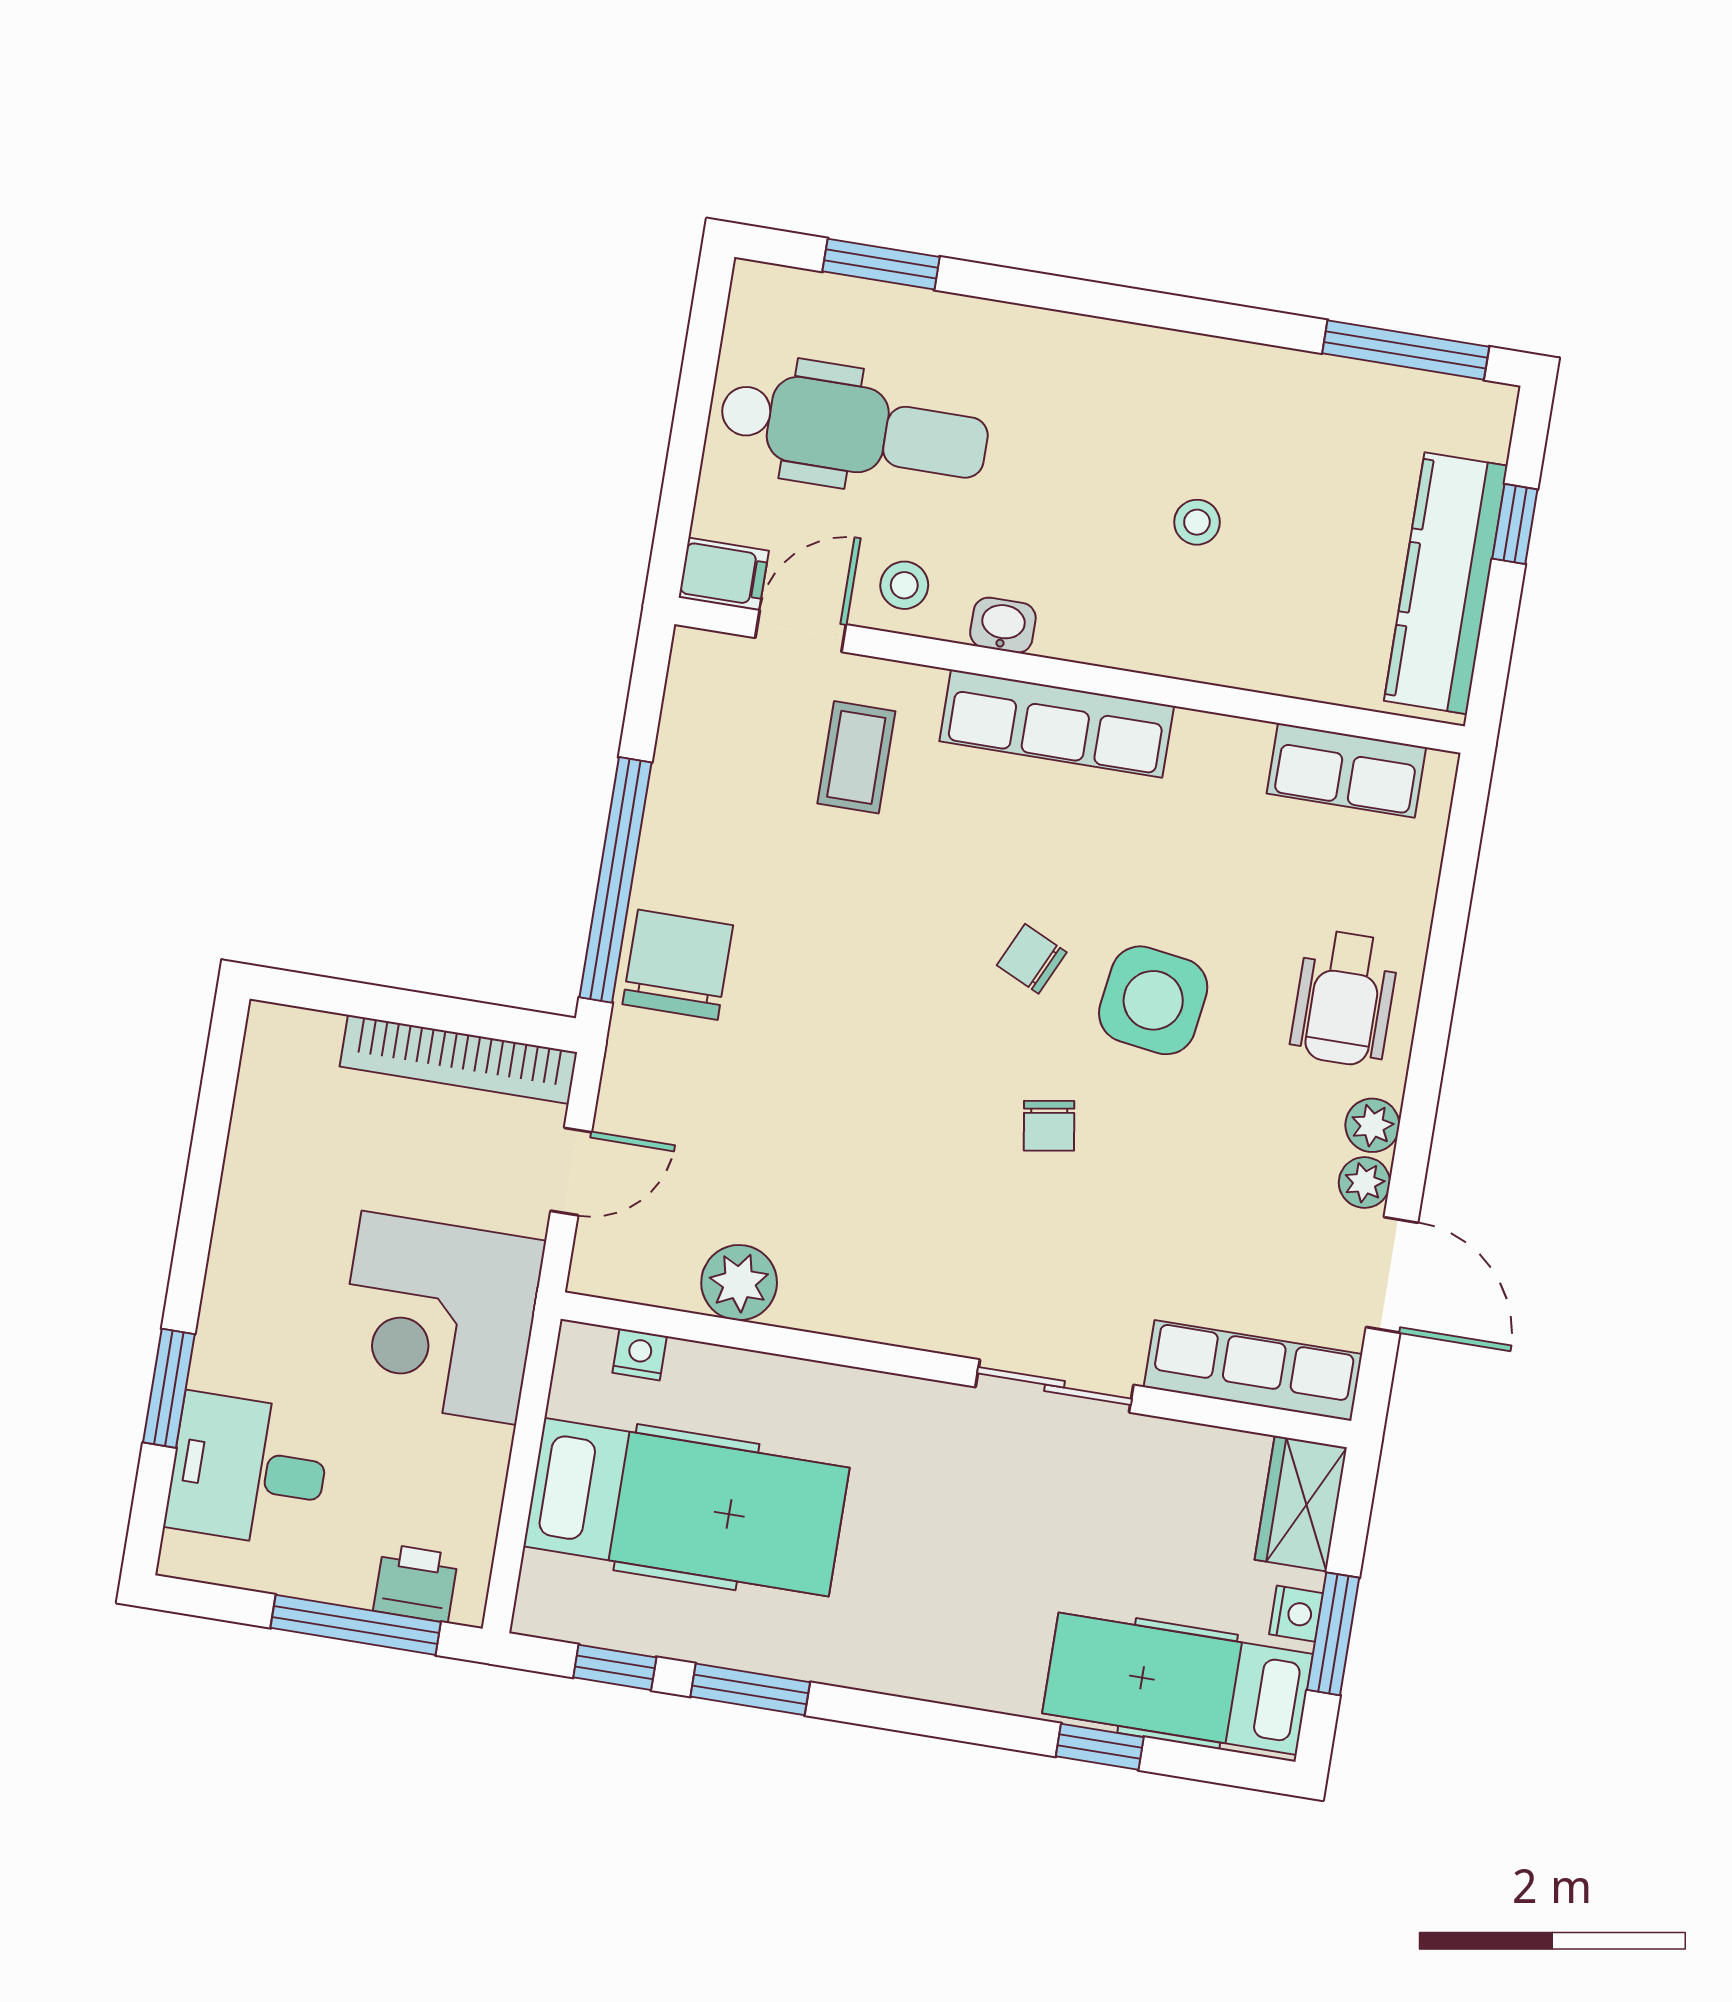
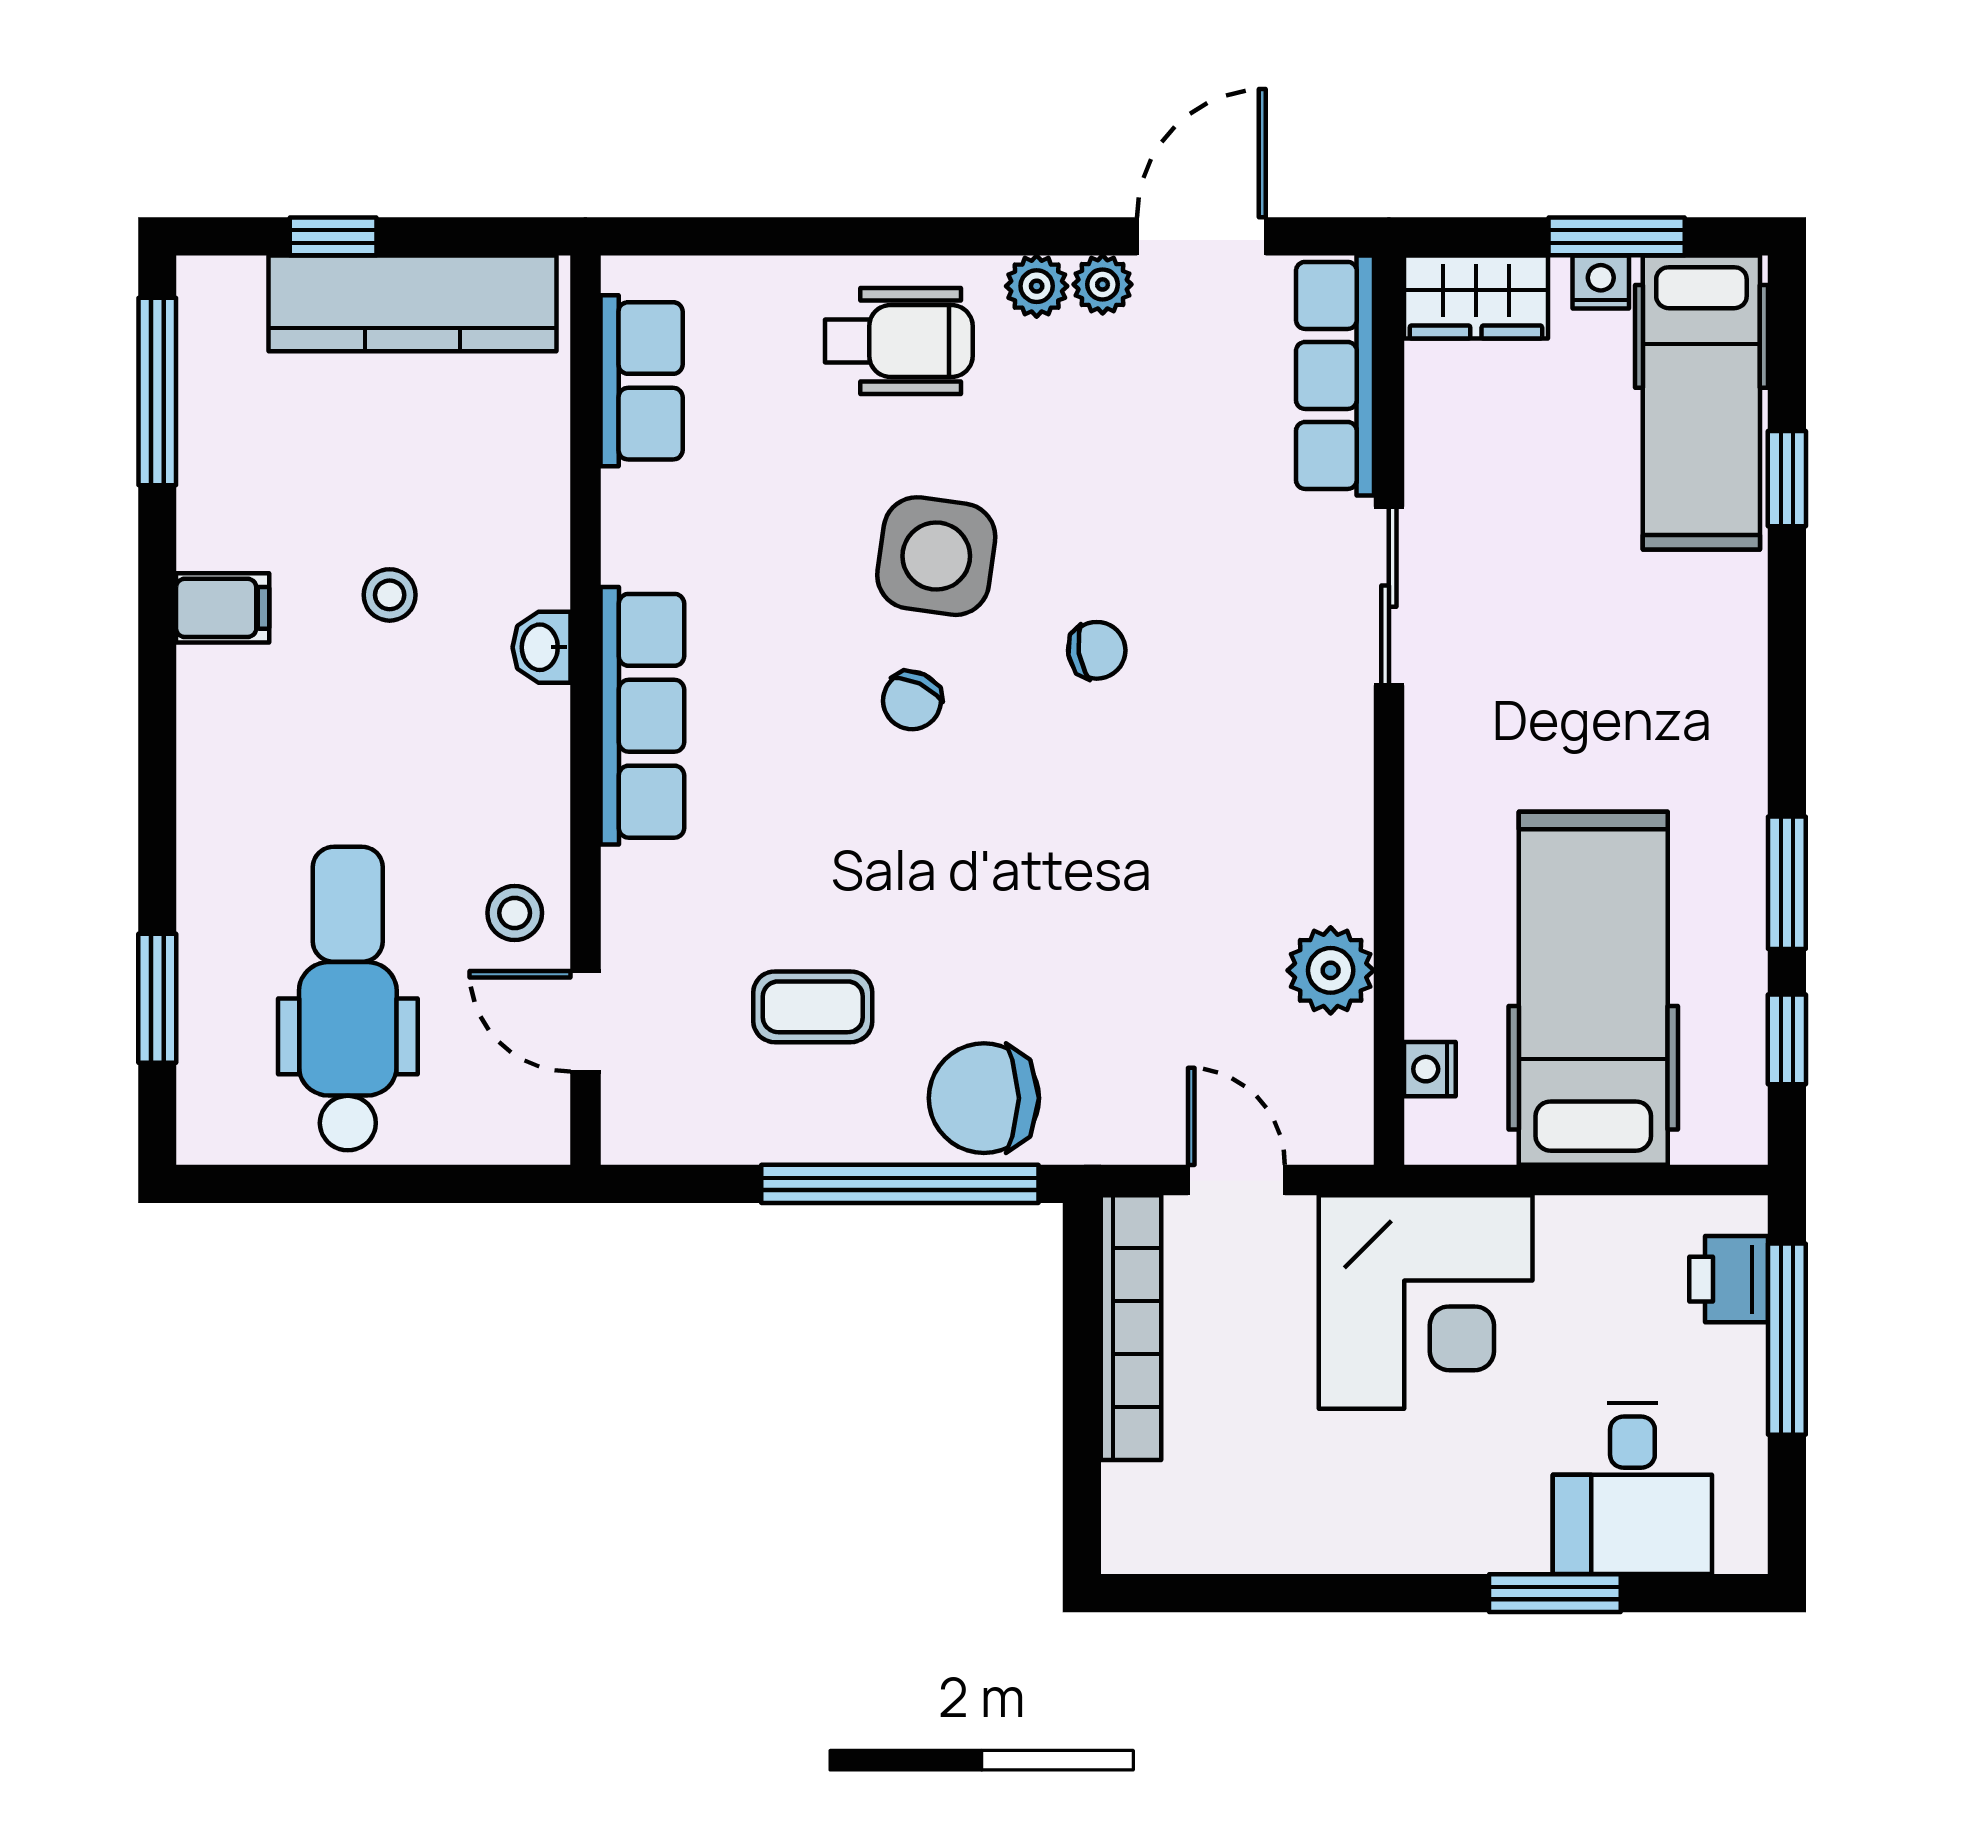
filing cabinet: (724, 574) -> (223, 608), moved, turned 90
washbasin: (1003, 625) -> (542, 647), moved
coffee table: (856, 757) -> (813, 1007), moved

